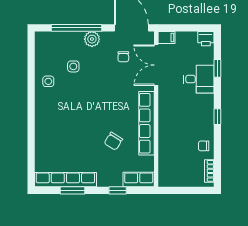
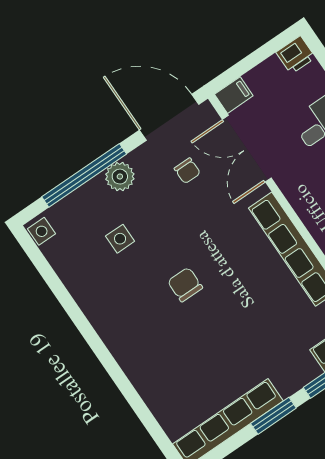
side table: (48, 81) -> (42, 231), moved
chair: (113, 141) -> (185, 285), moved, turned 148
window: (72, 190) -> (273, 416), moved

